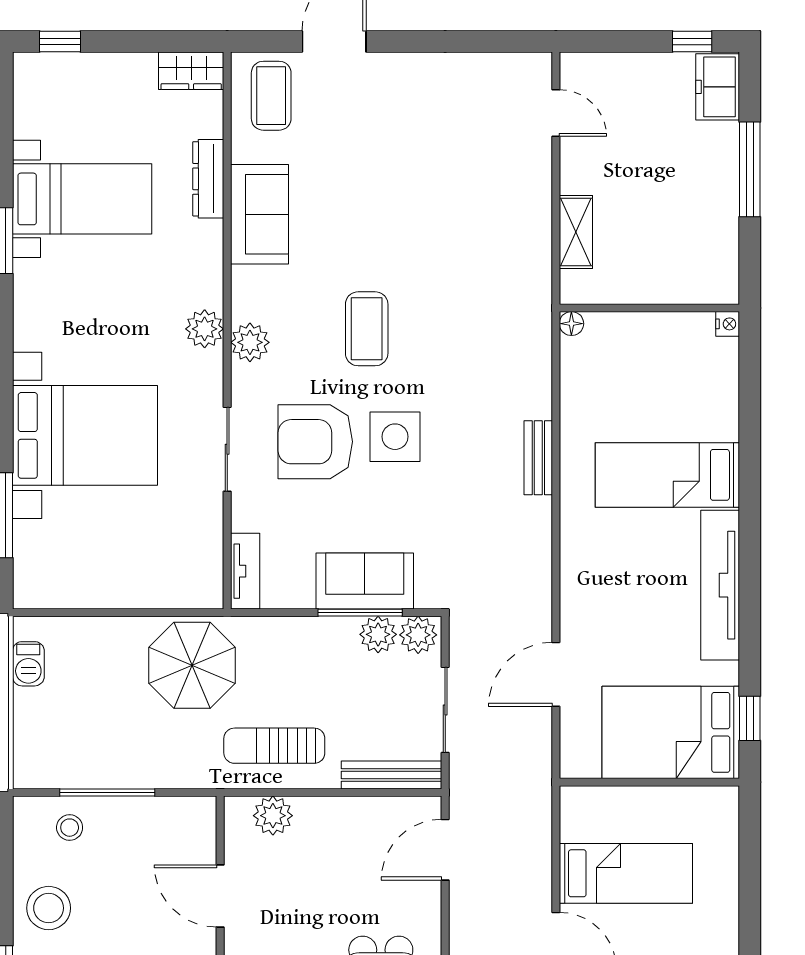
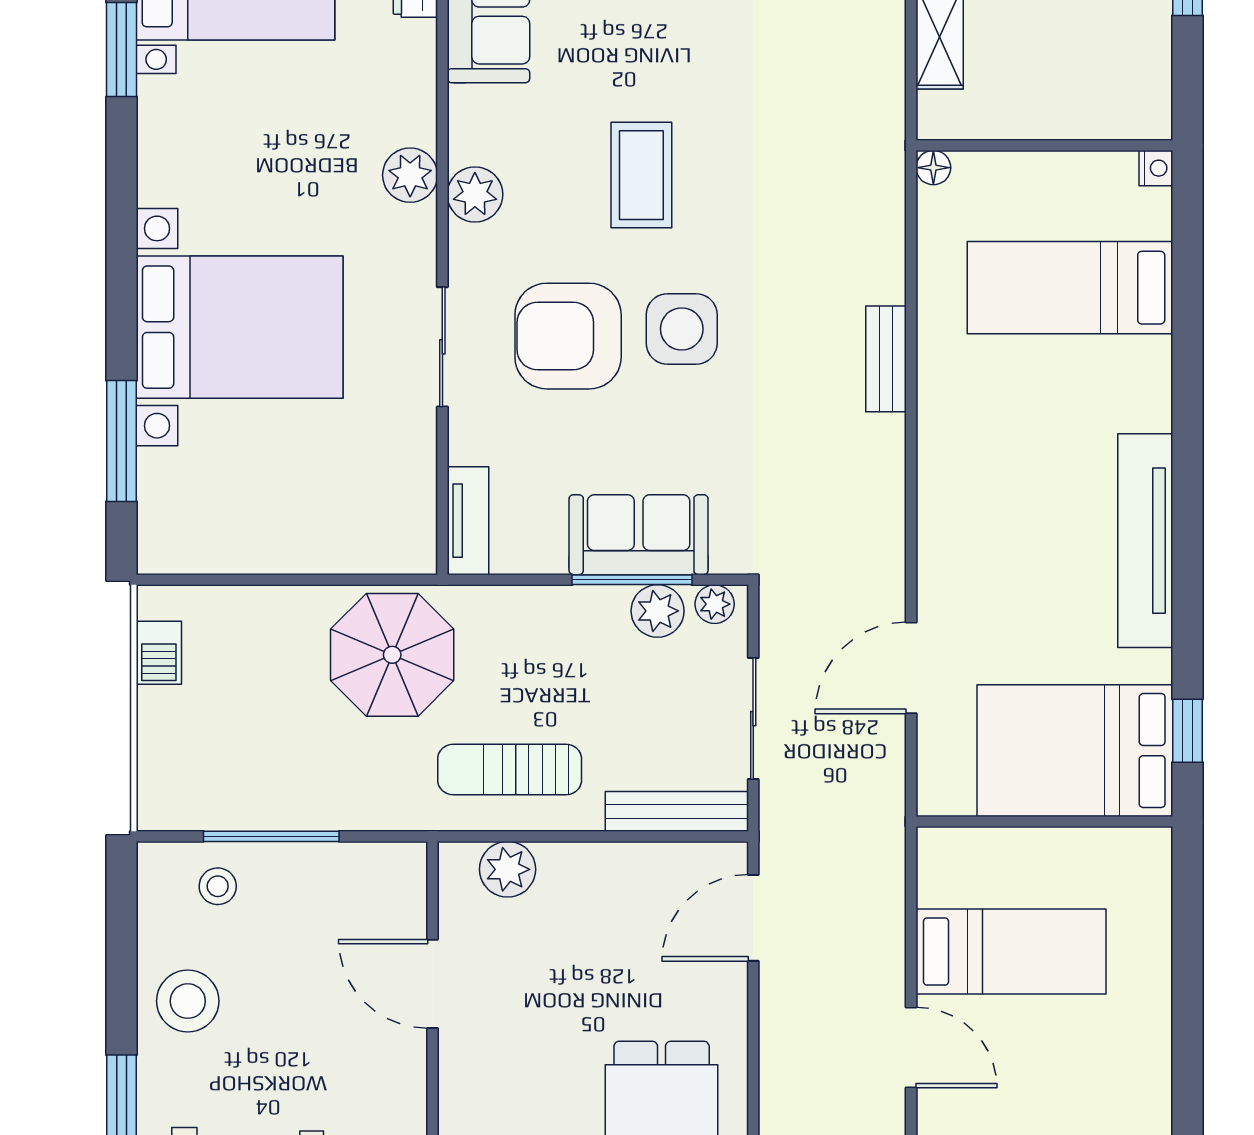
bed: (667, 475) -> (1070, 288), moved
plant: (418, 635) -> (715, 604), width x0.73, depth x0.73

